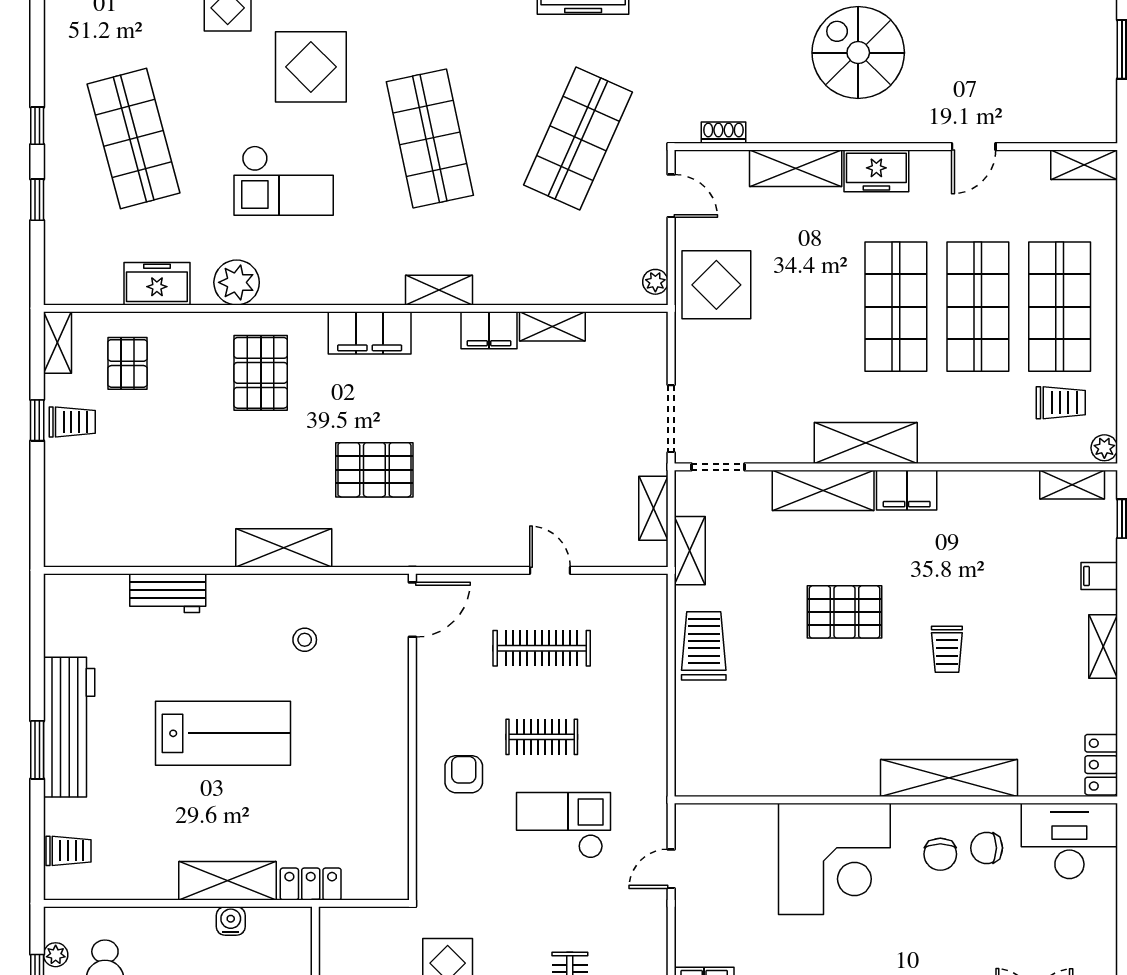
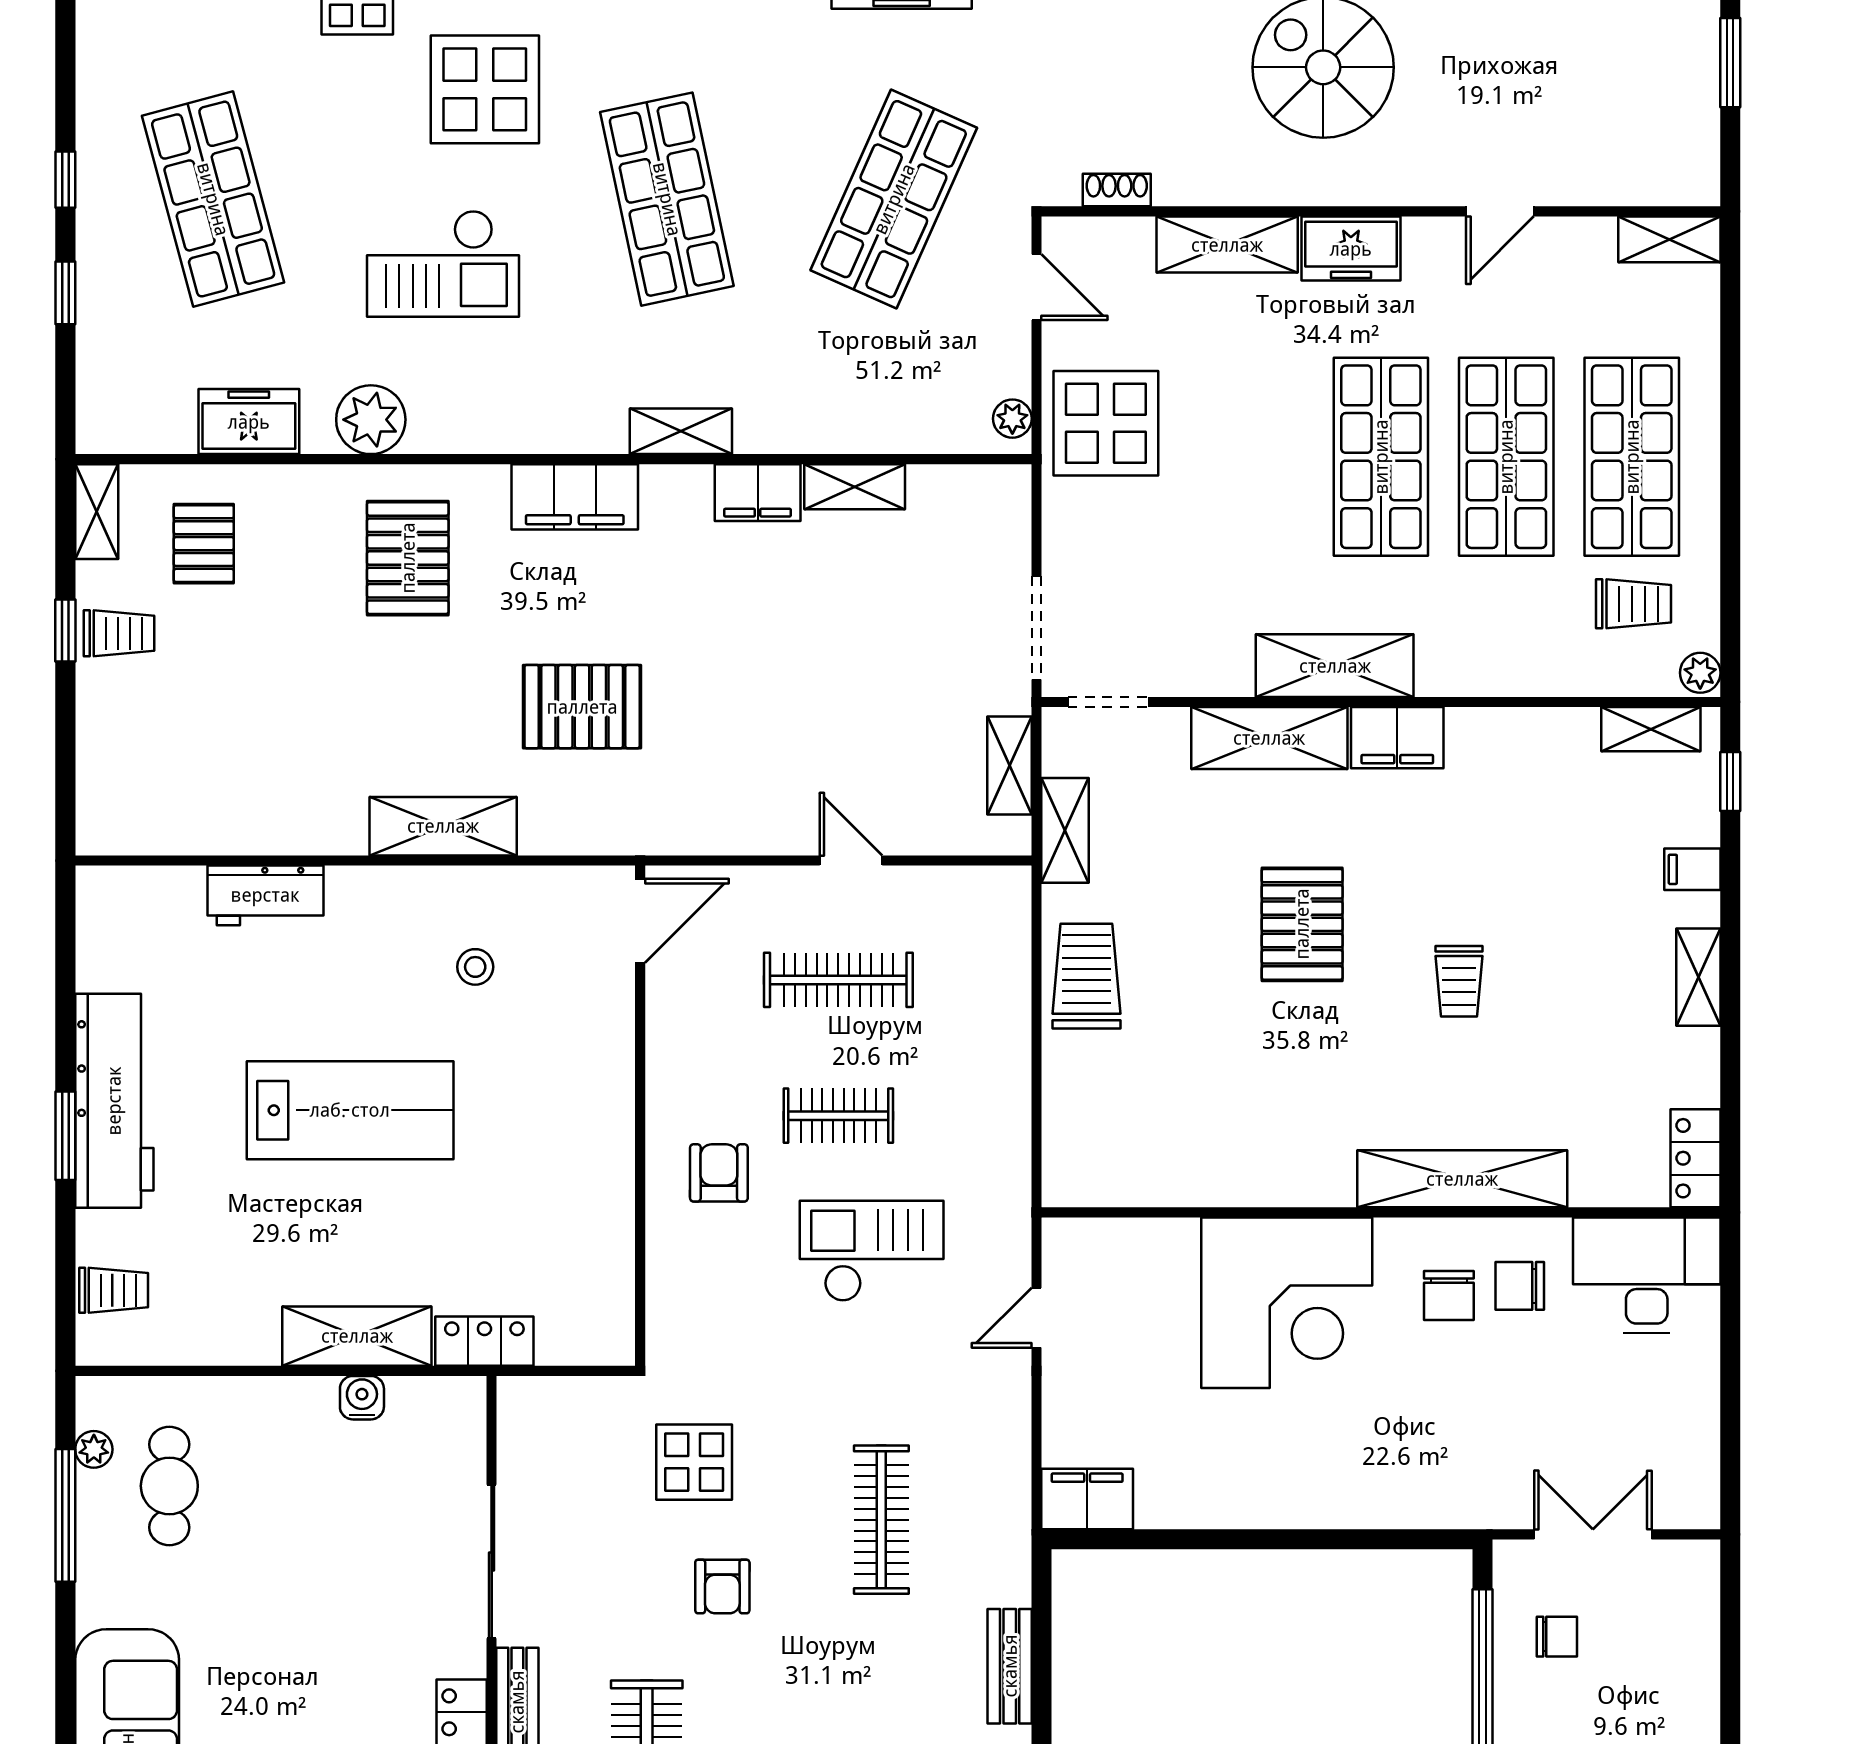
pallet: (844, 612) -> (1302, 924), turned 90

